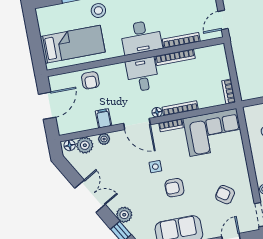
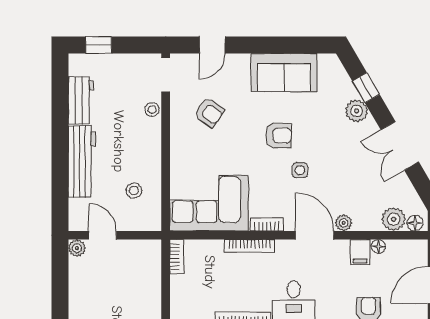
floor lamp: (157, 112) -> (378, 246), moved
plant: (104, 139) -> (344, 223), moved

